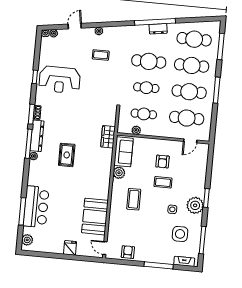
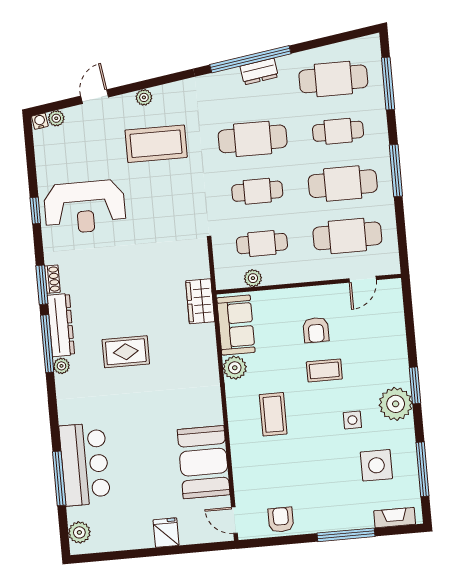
coffee table: (101, 55) -> (156, 144), width x1.86, depth x1.72
cafe table: (192, 65) -> (338, 131), width x0.73, depth x0.74
rug: (67, 155) -> (126, 352), turned 90

